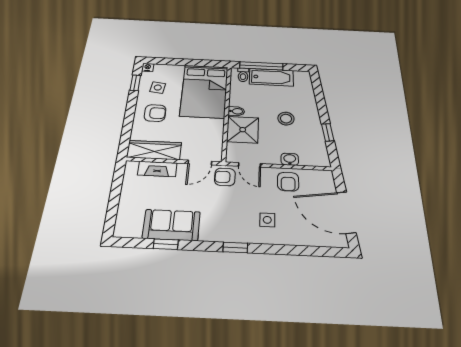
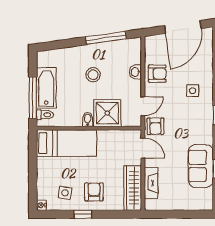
window: (135, 83) -> (83, 214), moved
bed: (204, 91) -> (66, 143), width x0.67
window: (328, 132) -> (106, 38), width x2.17

